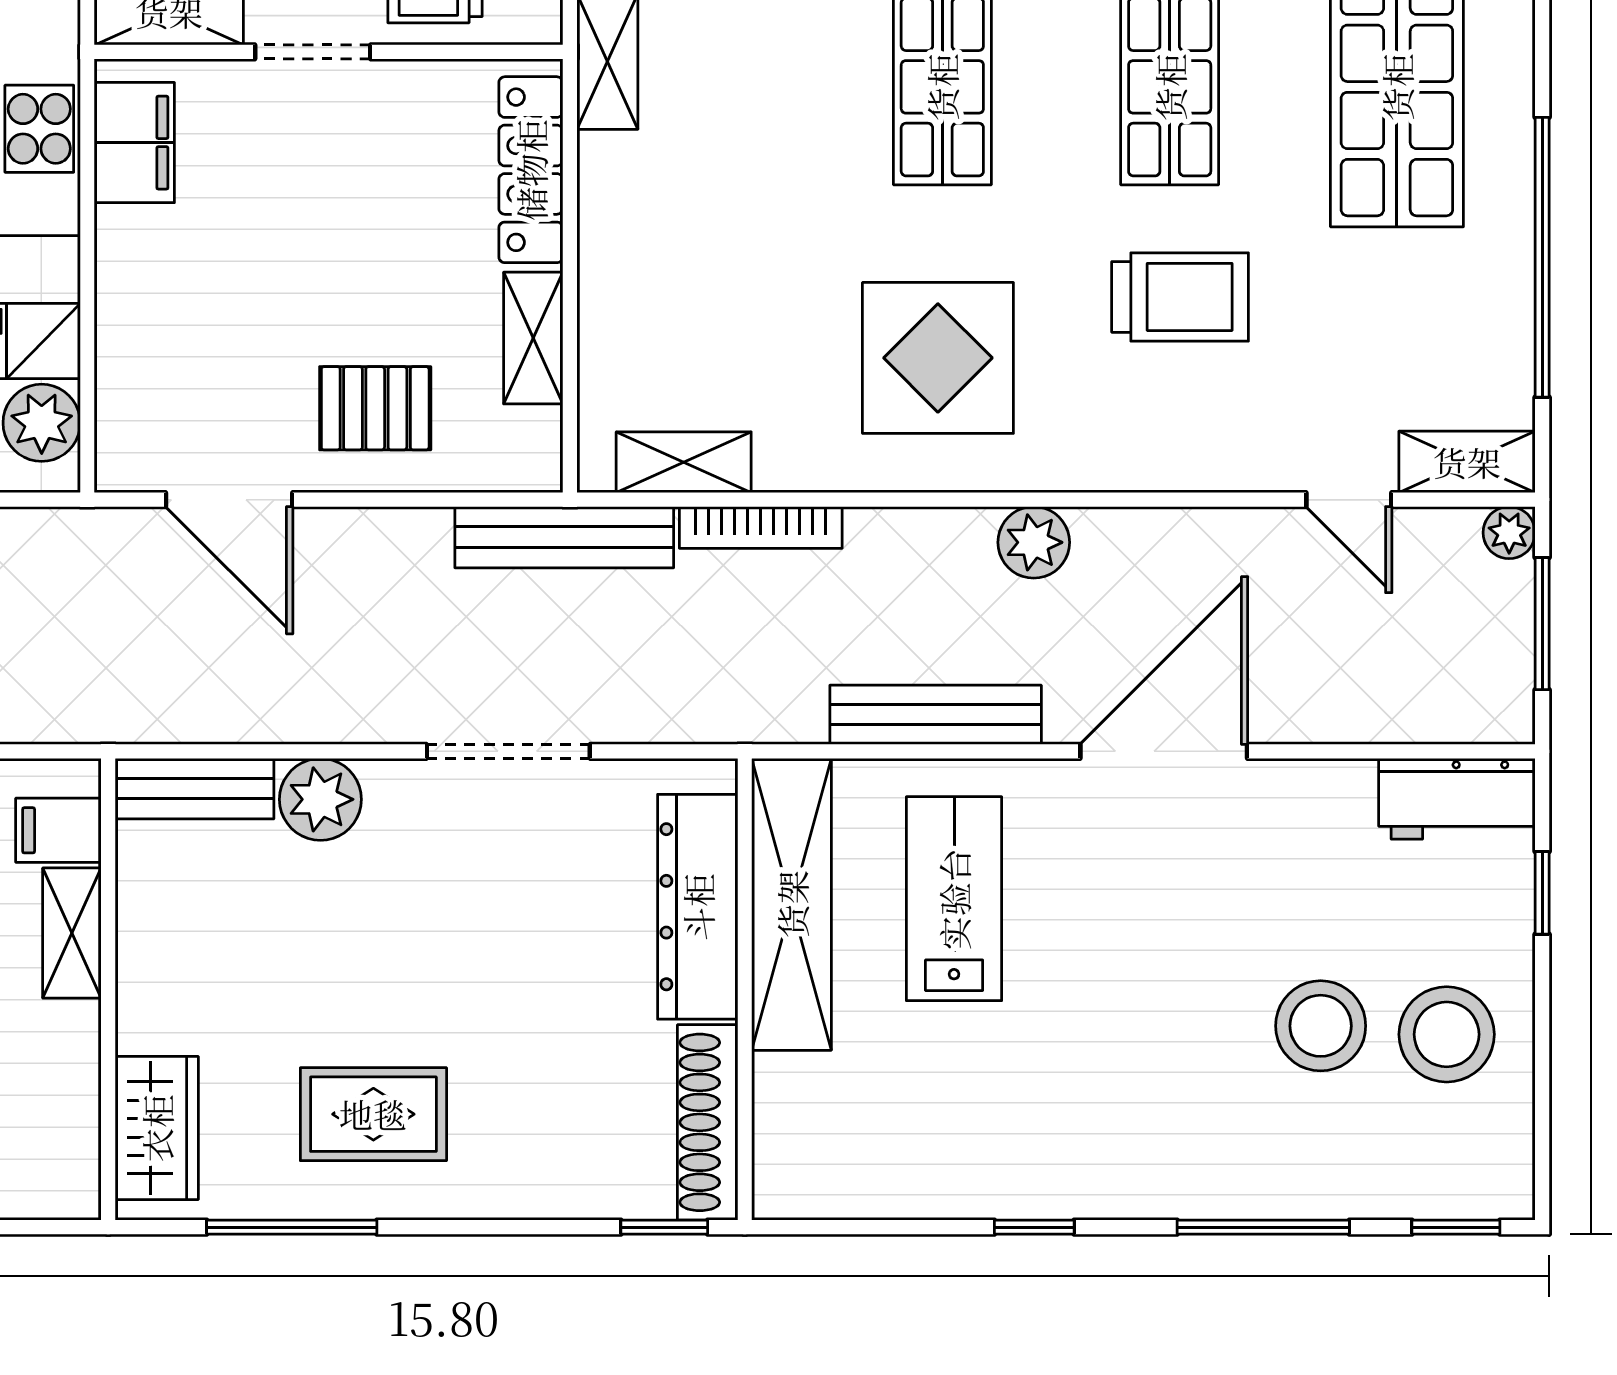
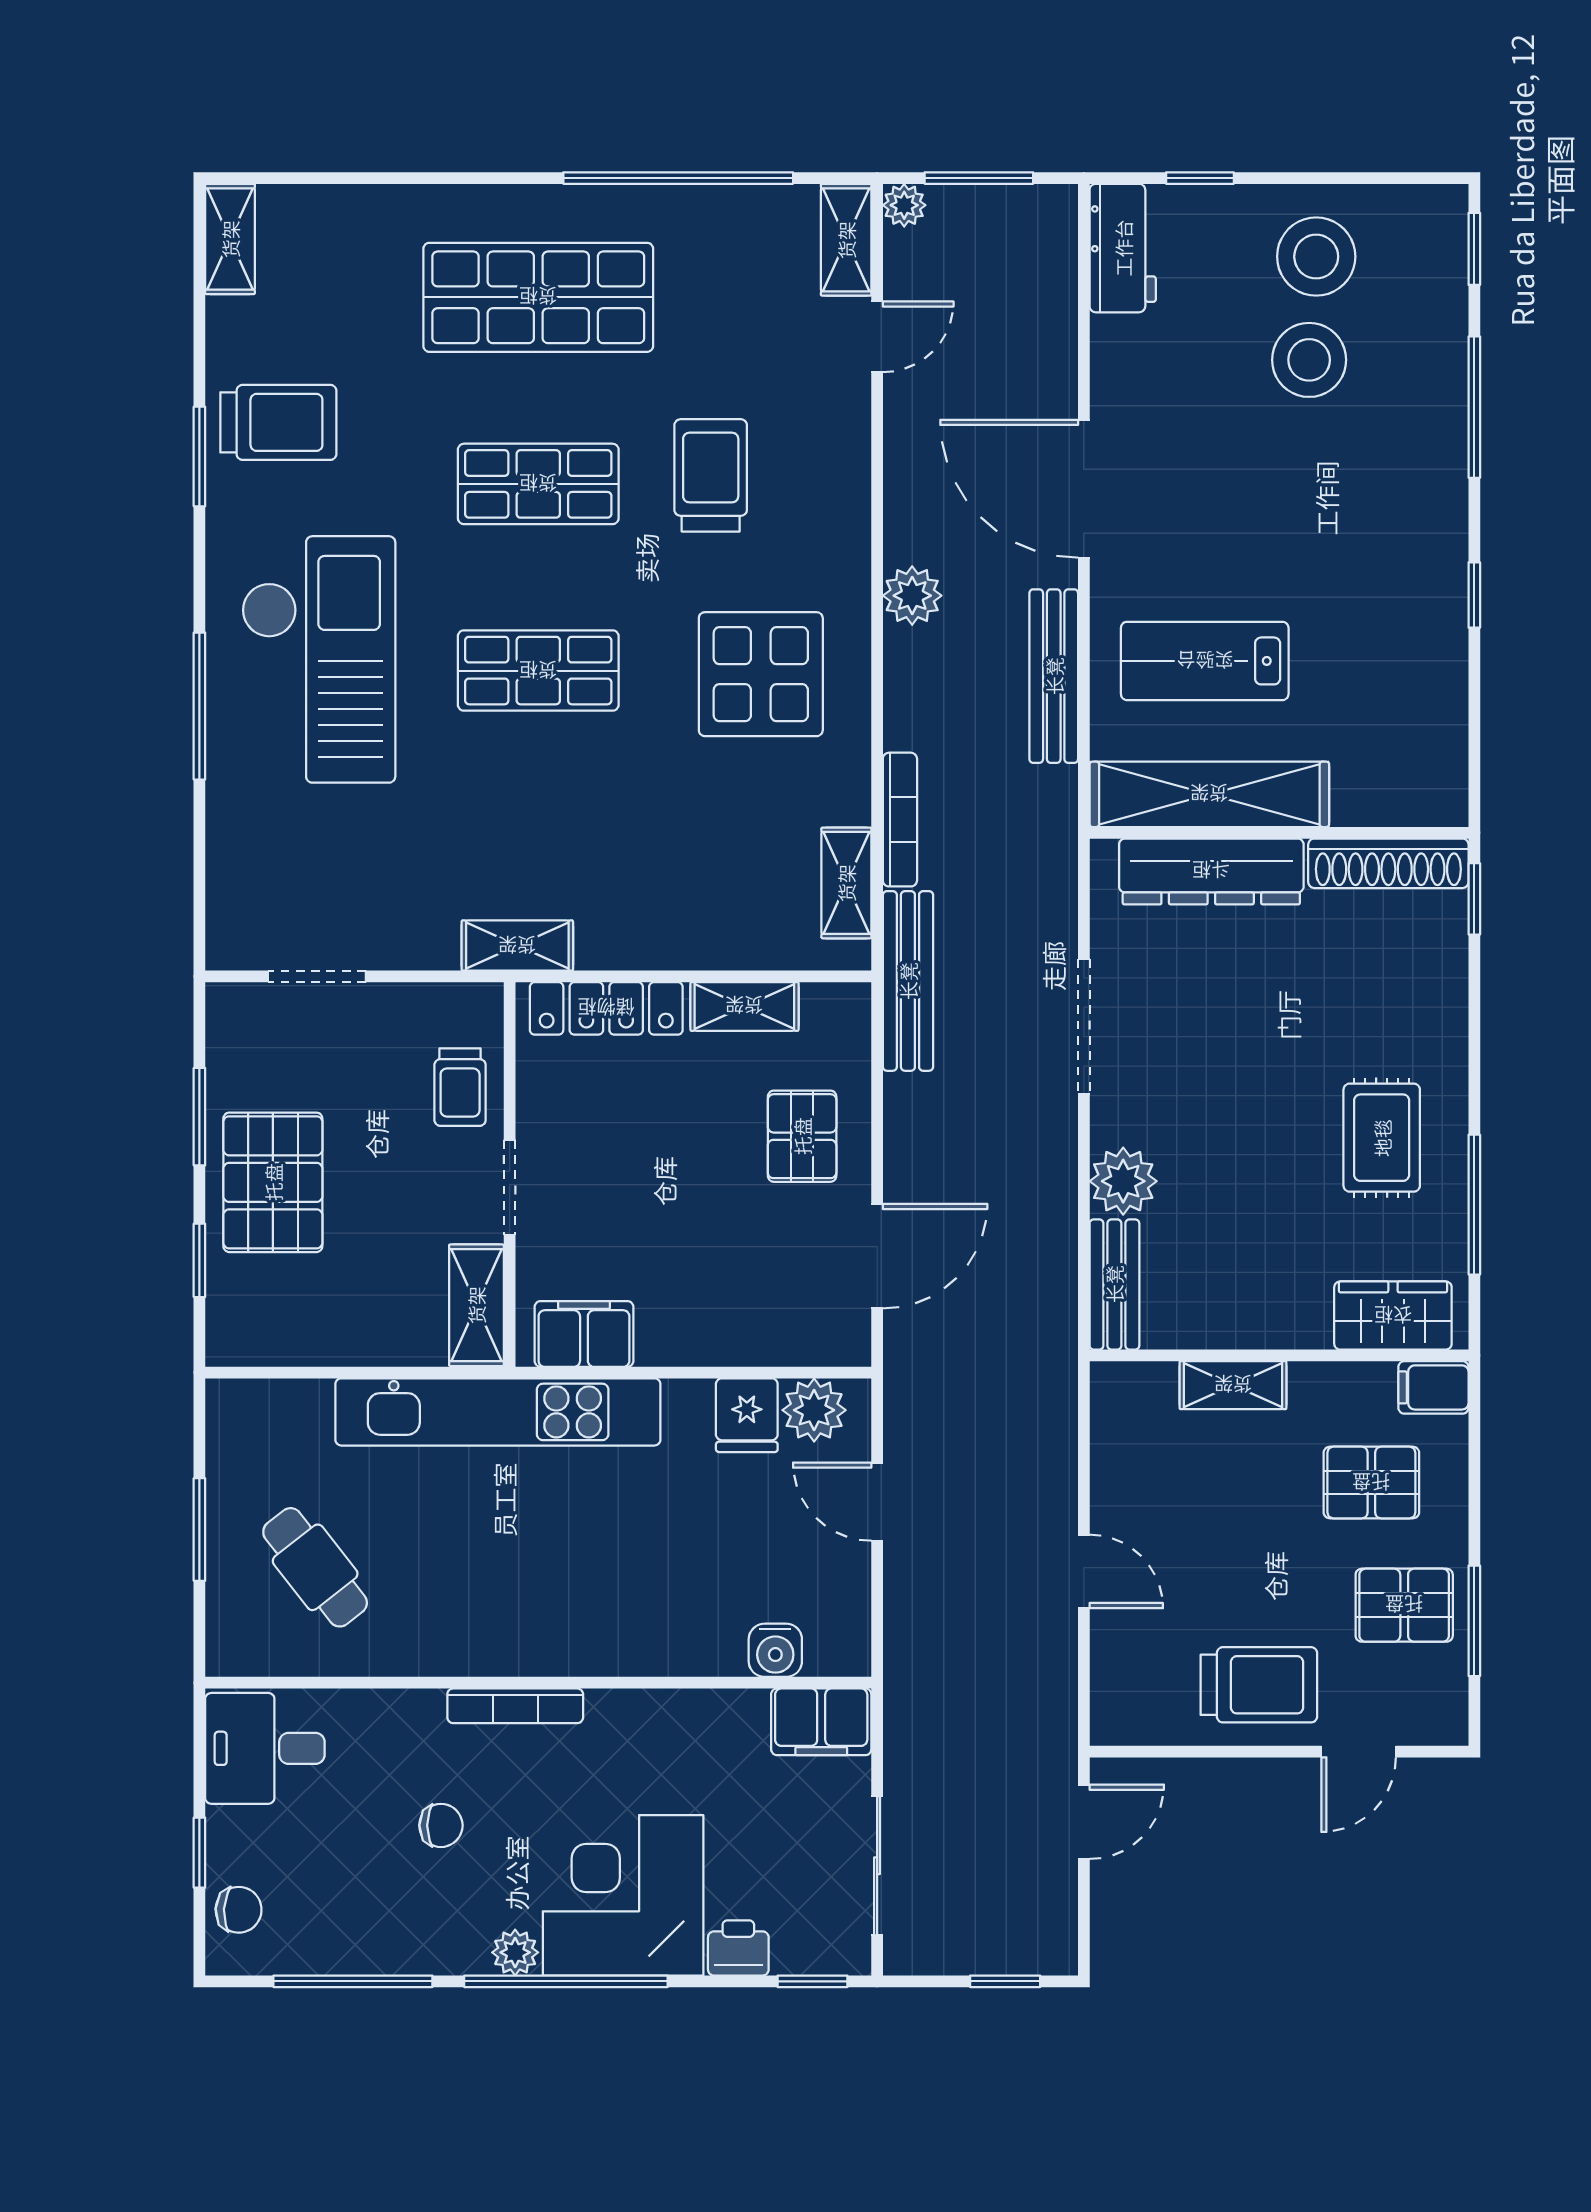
filing cabinet: (58, 830) -> (1433, 1387), moved, turned 90

